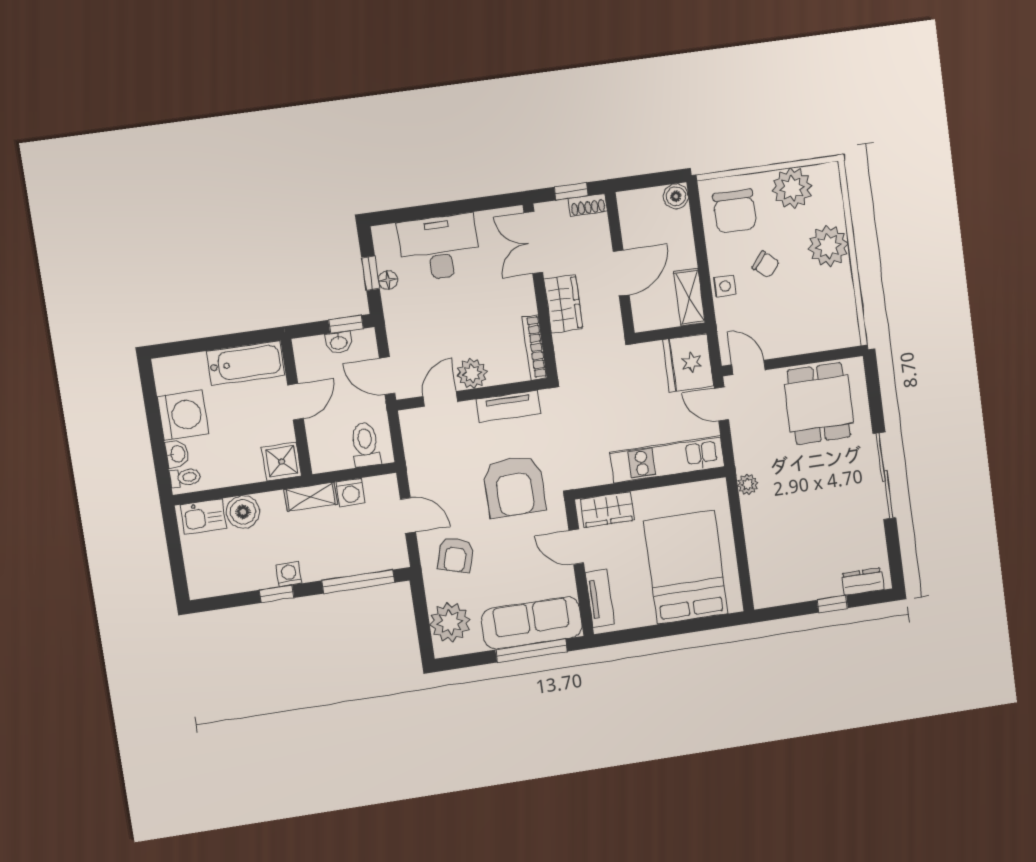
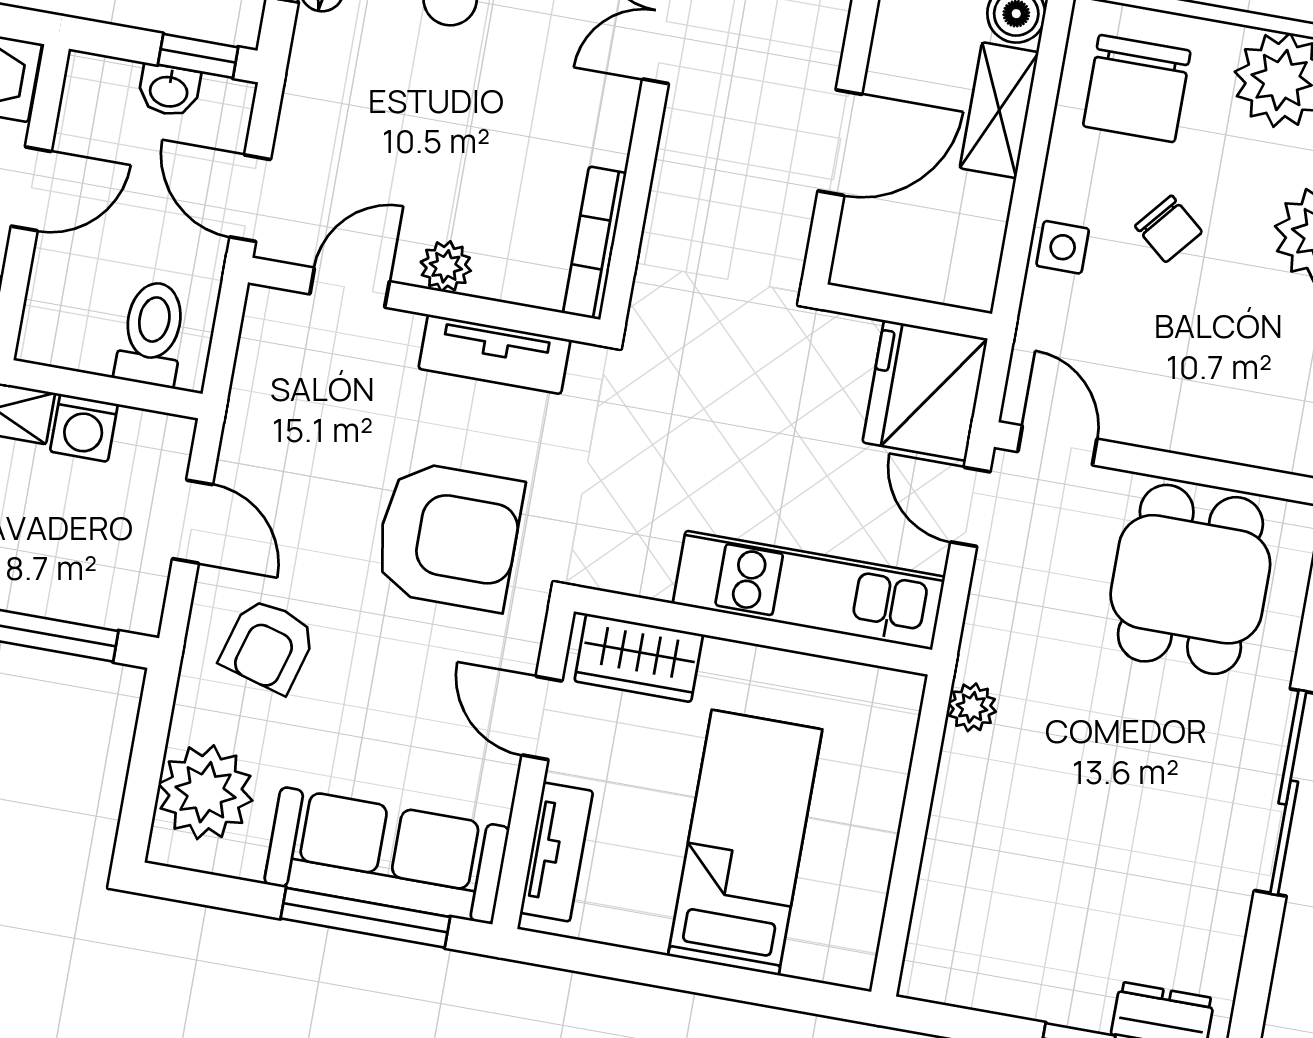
shelving: (689, 297) -> (999, 110), moved
wardrobe: (563, 304) -> (690, 169), removed
plant: (472, 374) -> (446, 266), width x0.73, depth x0.73
armchair: (514, 486) -> (449, 536), turned -90
bed: (686, 567) -> (745, 843), width x0.67

